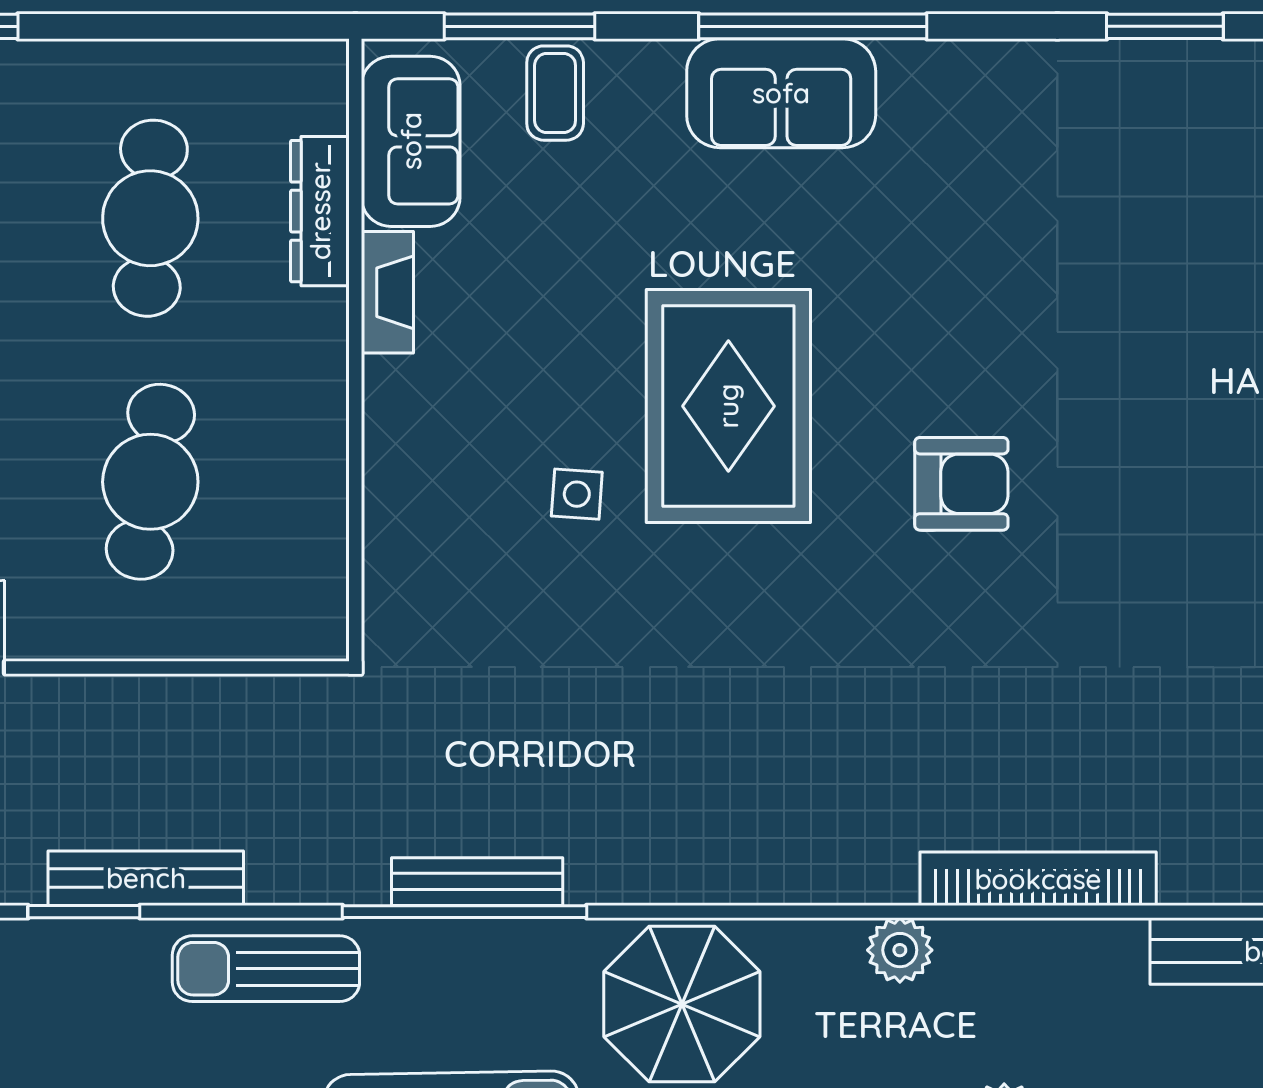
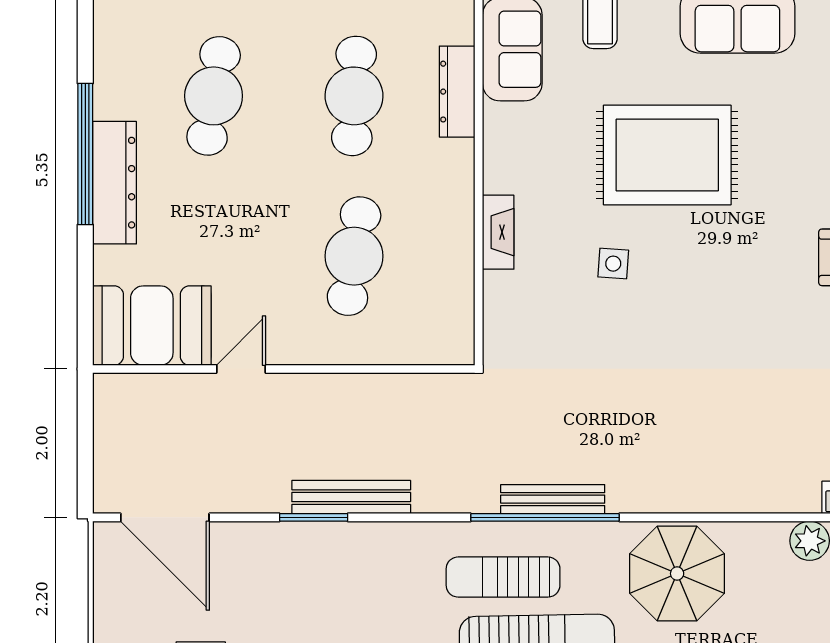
fireplace: (387, 292) -> (498, 232), moved
rug: (728, 406) -> (667, 155), moved, turned 90
sun lounger: (266, 969) -> (503, 577), moved

